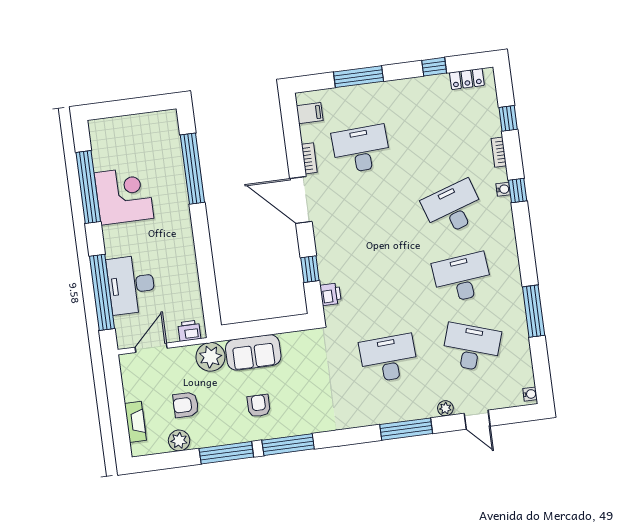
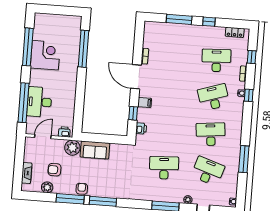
window: (434, 67) -> (209, 22), moved
filing cabinet: (310, 113) -> (145, 102), moved
desk: (361, 149) -> (216, 60), moved
armchair: (259, 406) -> (82, 189), moved

